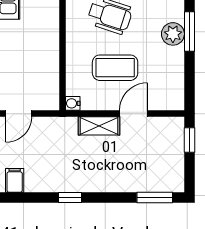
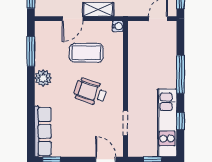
window: (189, 31) -> (31, 51), moved

